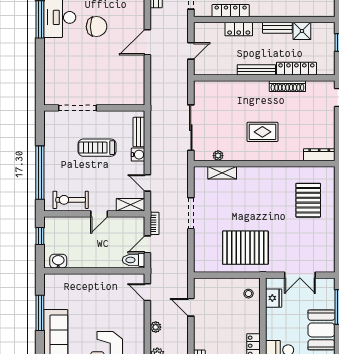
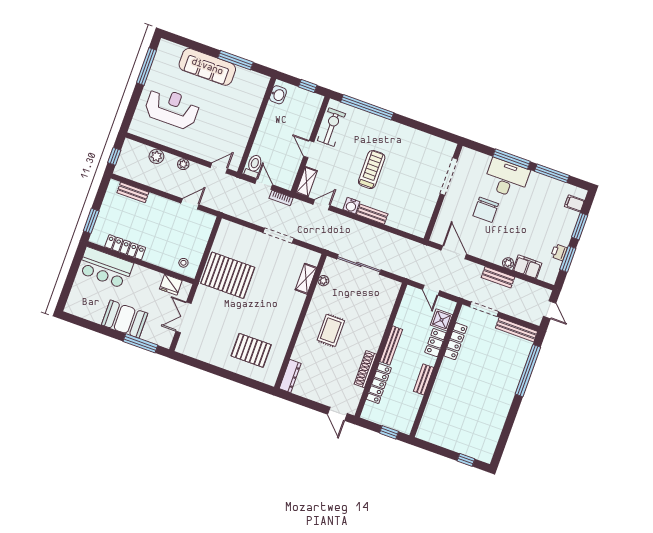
shower: (302, 31) -> (442, 320), moved
doorway: (78, 108) -> (449, 176), moved
wall: (94, 108) -> (443, 192), moved
pallet: (245, 248) -> (228, 275), turned 90

